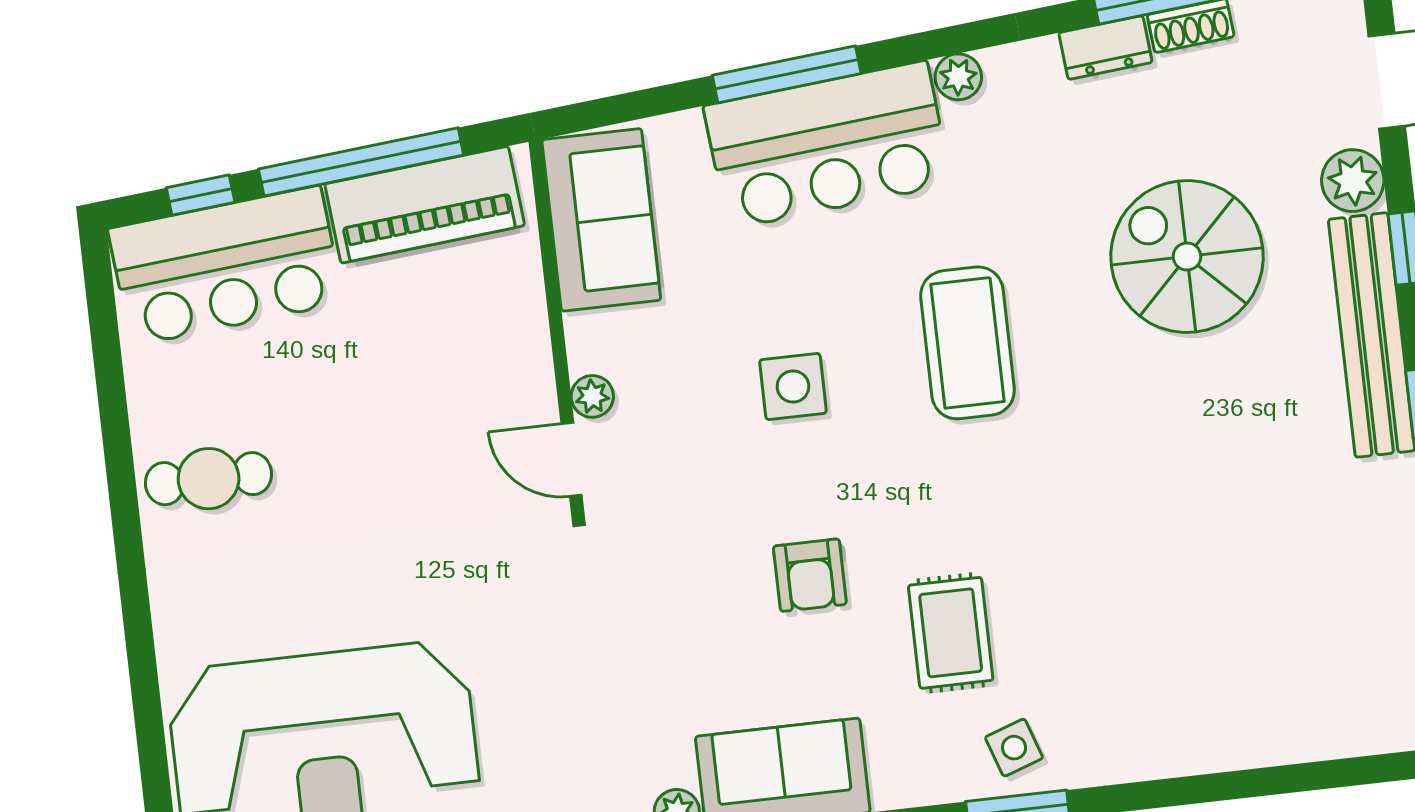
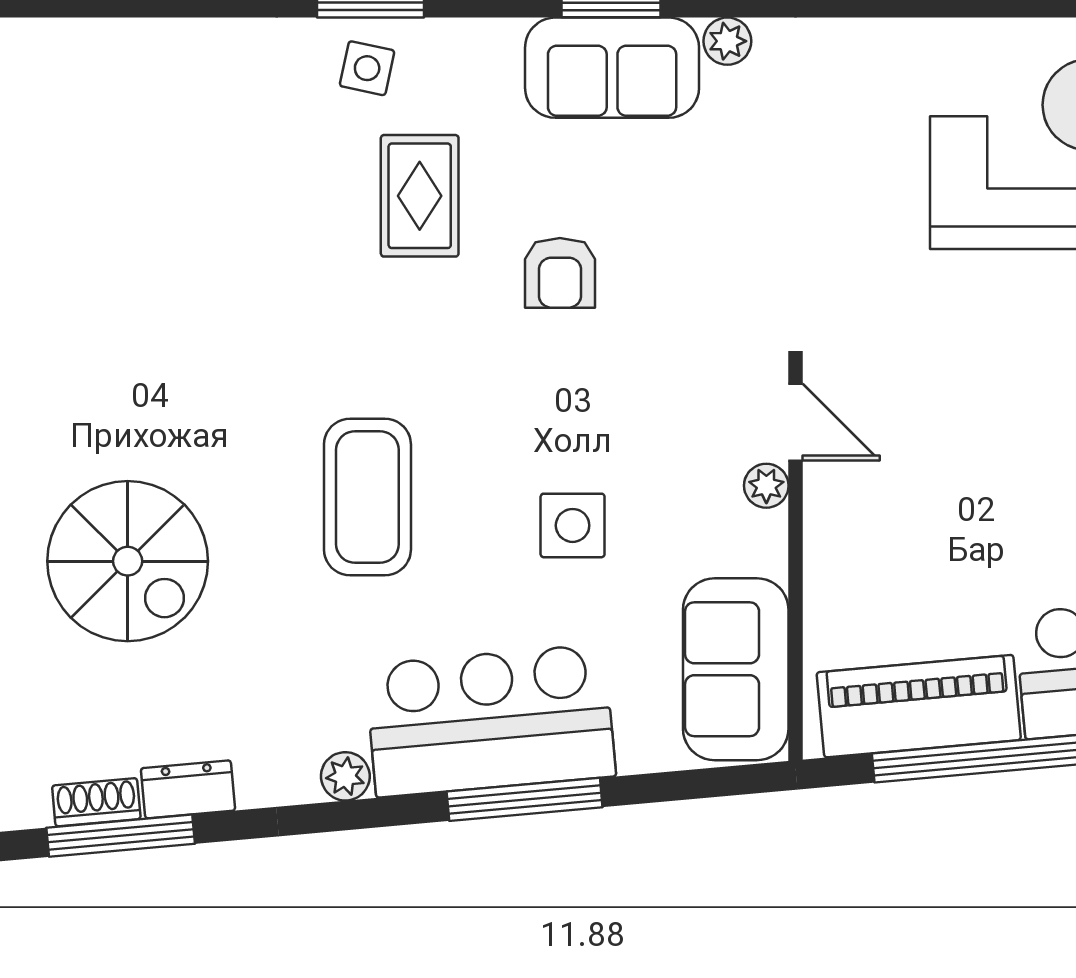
side table: (793, 386) -> (573, 525), moved
armchair: (810, 575) -> (560, 273), turned 180
side table: (1014, 748) -> (367, 68), turned 31

